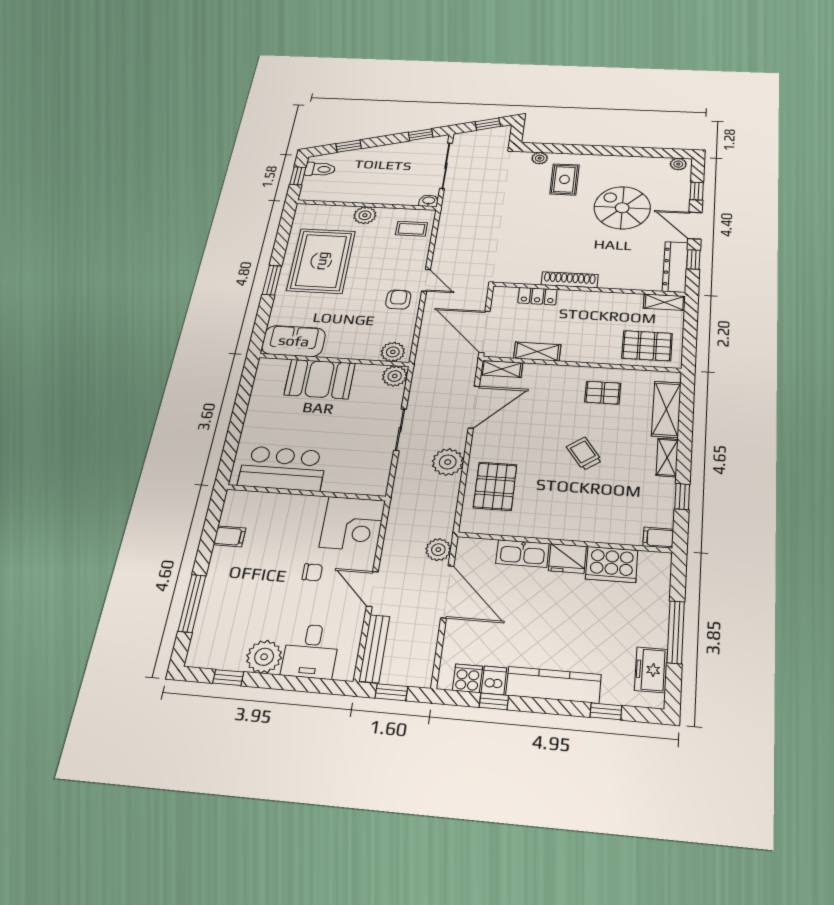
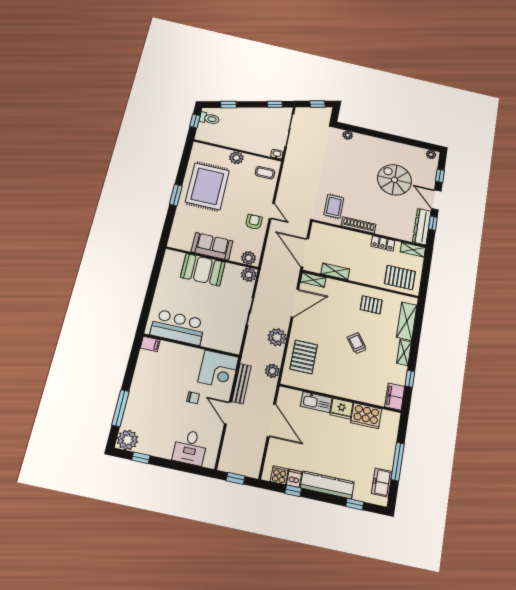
rug: (564, 179) -> (334, 206), moved
locker: (538, 296) -> (383, 243), moved
sofa: (294, 341) -> (212, 246), moved
filing cabinet: (230, 536) -> (150, 344), moved
filing cabinet: (658, 538) -> (395, 397), width x2.00
plant: (438, 550) -> (272, 371), moved
bench: (374, 648) -> (241, 384), moved
plant: (264, 657) -> (128, 440), moved

